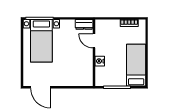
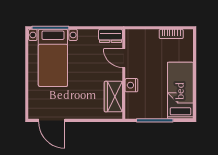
wardrobe: (86, 70) -> (113, 97), added

